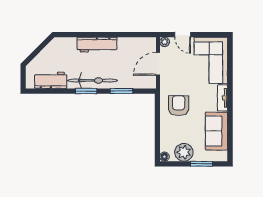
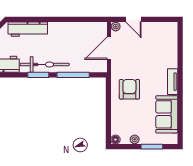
workbench: (97, 45) -> (28, 29), moved
corner sofa: (211, 60) -> (161, 45), removed
window: (121, 91) -> (73, 75), width x1.44
plant: (184, 152) -> (135, 139), width x0.53, depth x0.53

